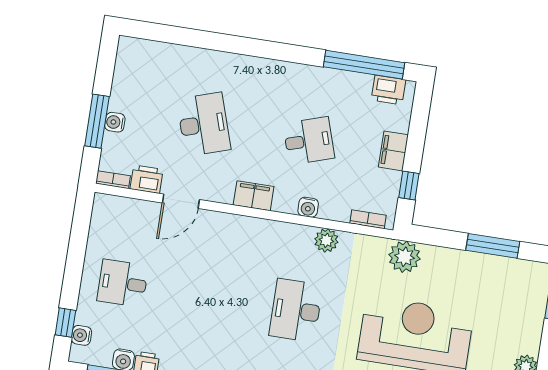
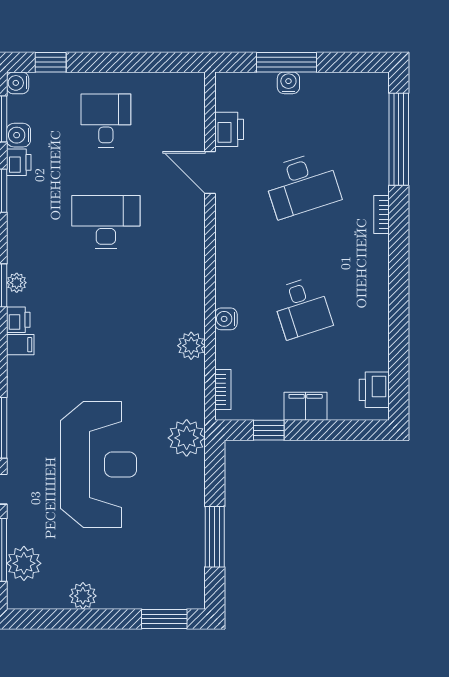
window: (364, 65) -> (399, 139), moved
bookcase: (113, 180) -> (381, 215), moved, turned 180
filing cabinet: (254, 196) -> (229, 255), removed
desk: (296, 310) -> (106, 222), moved
water cooler: (81, 335) -> (18, 83), moved, turned -90

